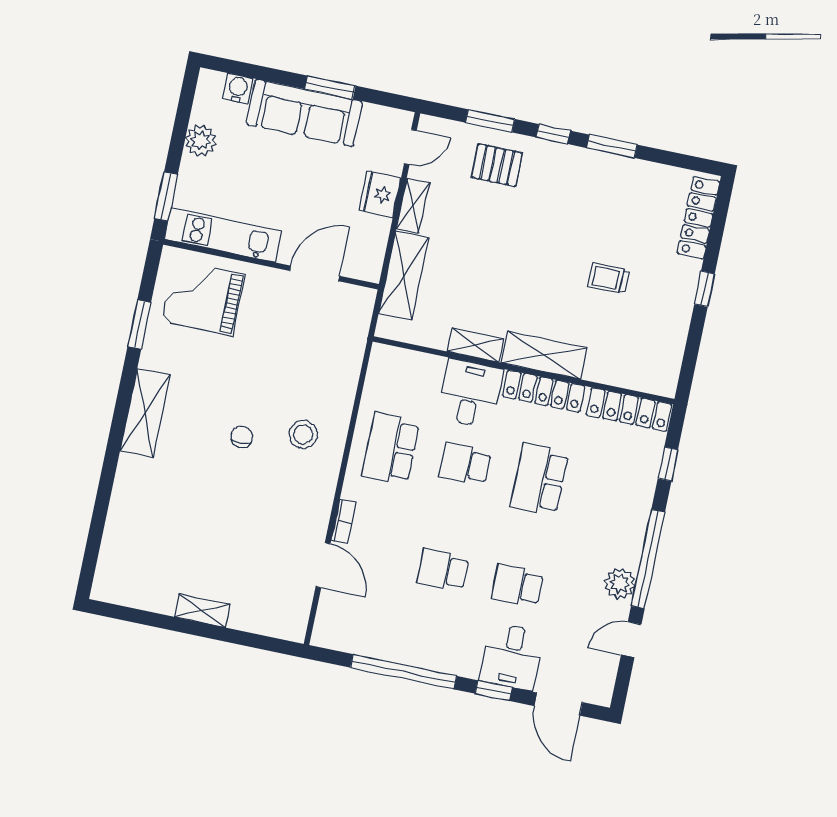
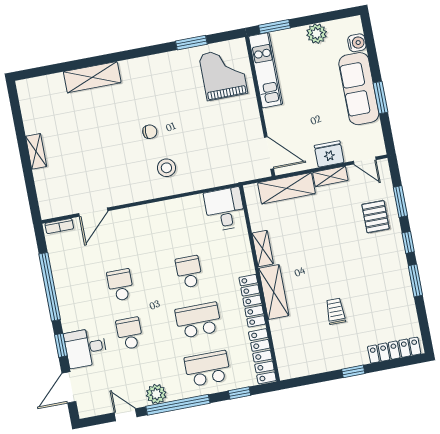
door: (314, 273) -> (269, 153), moved
desk: (470, 393) -> (225, 209), moved, turned -90
shelving: (145, 413) -> (92, 77), moved
school desk: (391, 449) -> (207, 369), moved
bookcase: (343, 522) -> (59, 226), moved

